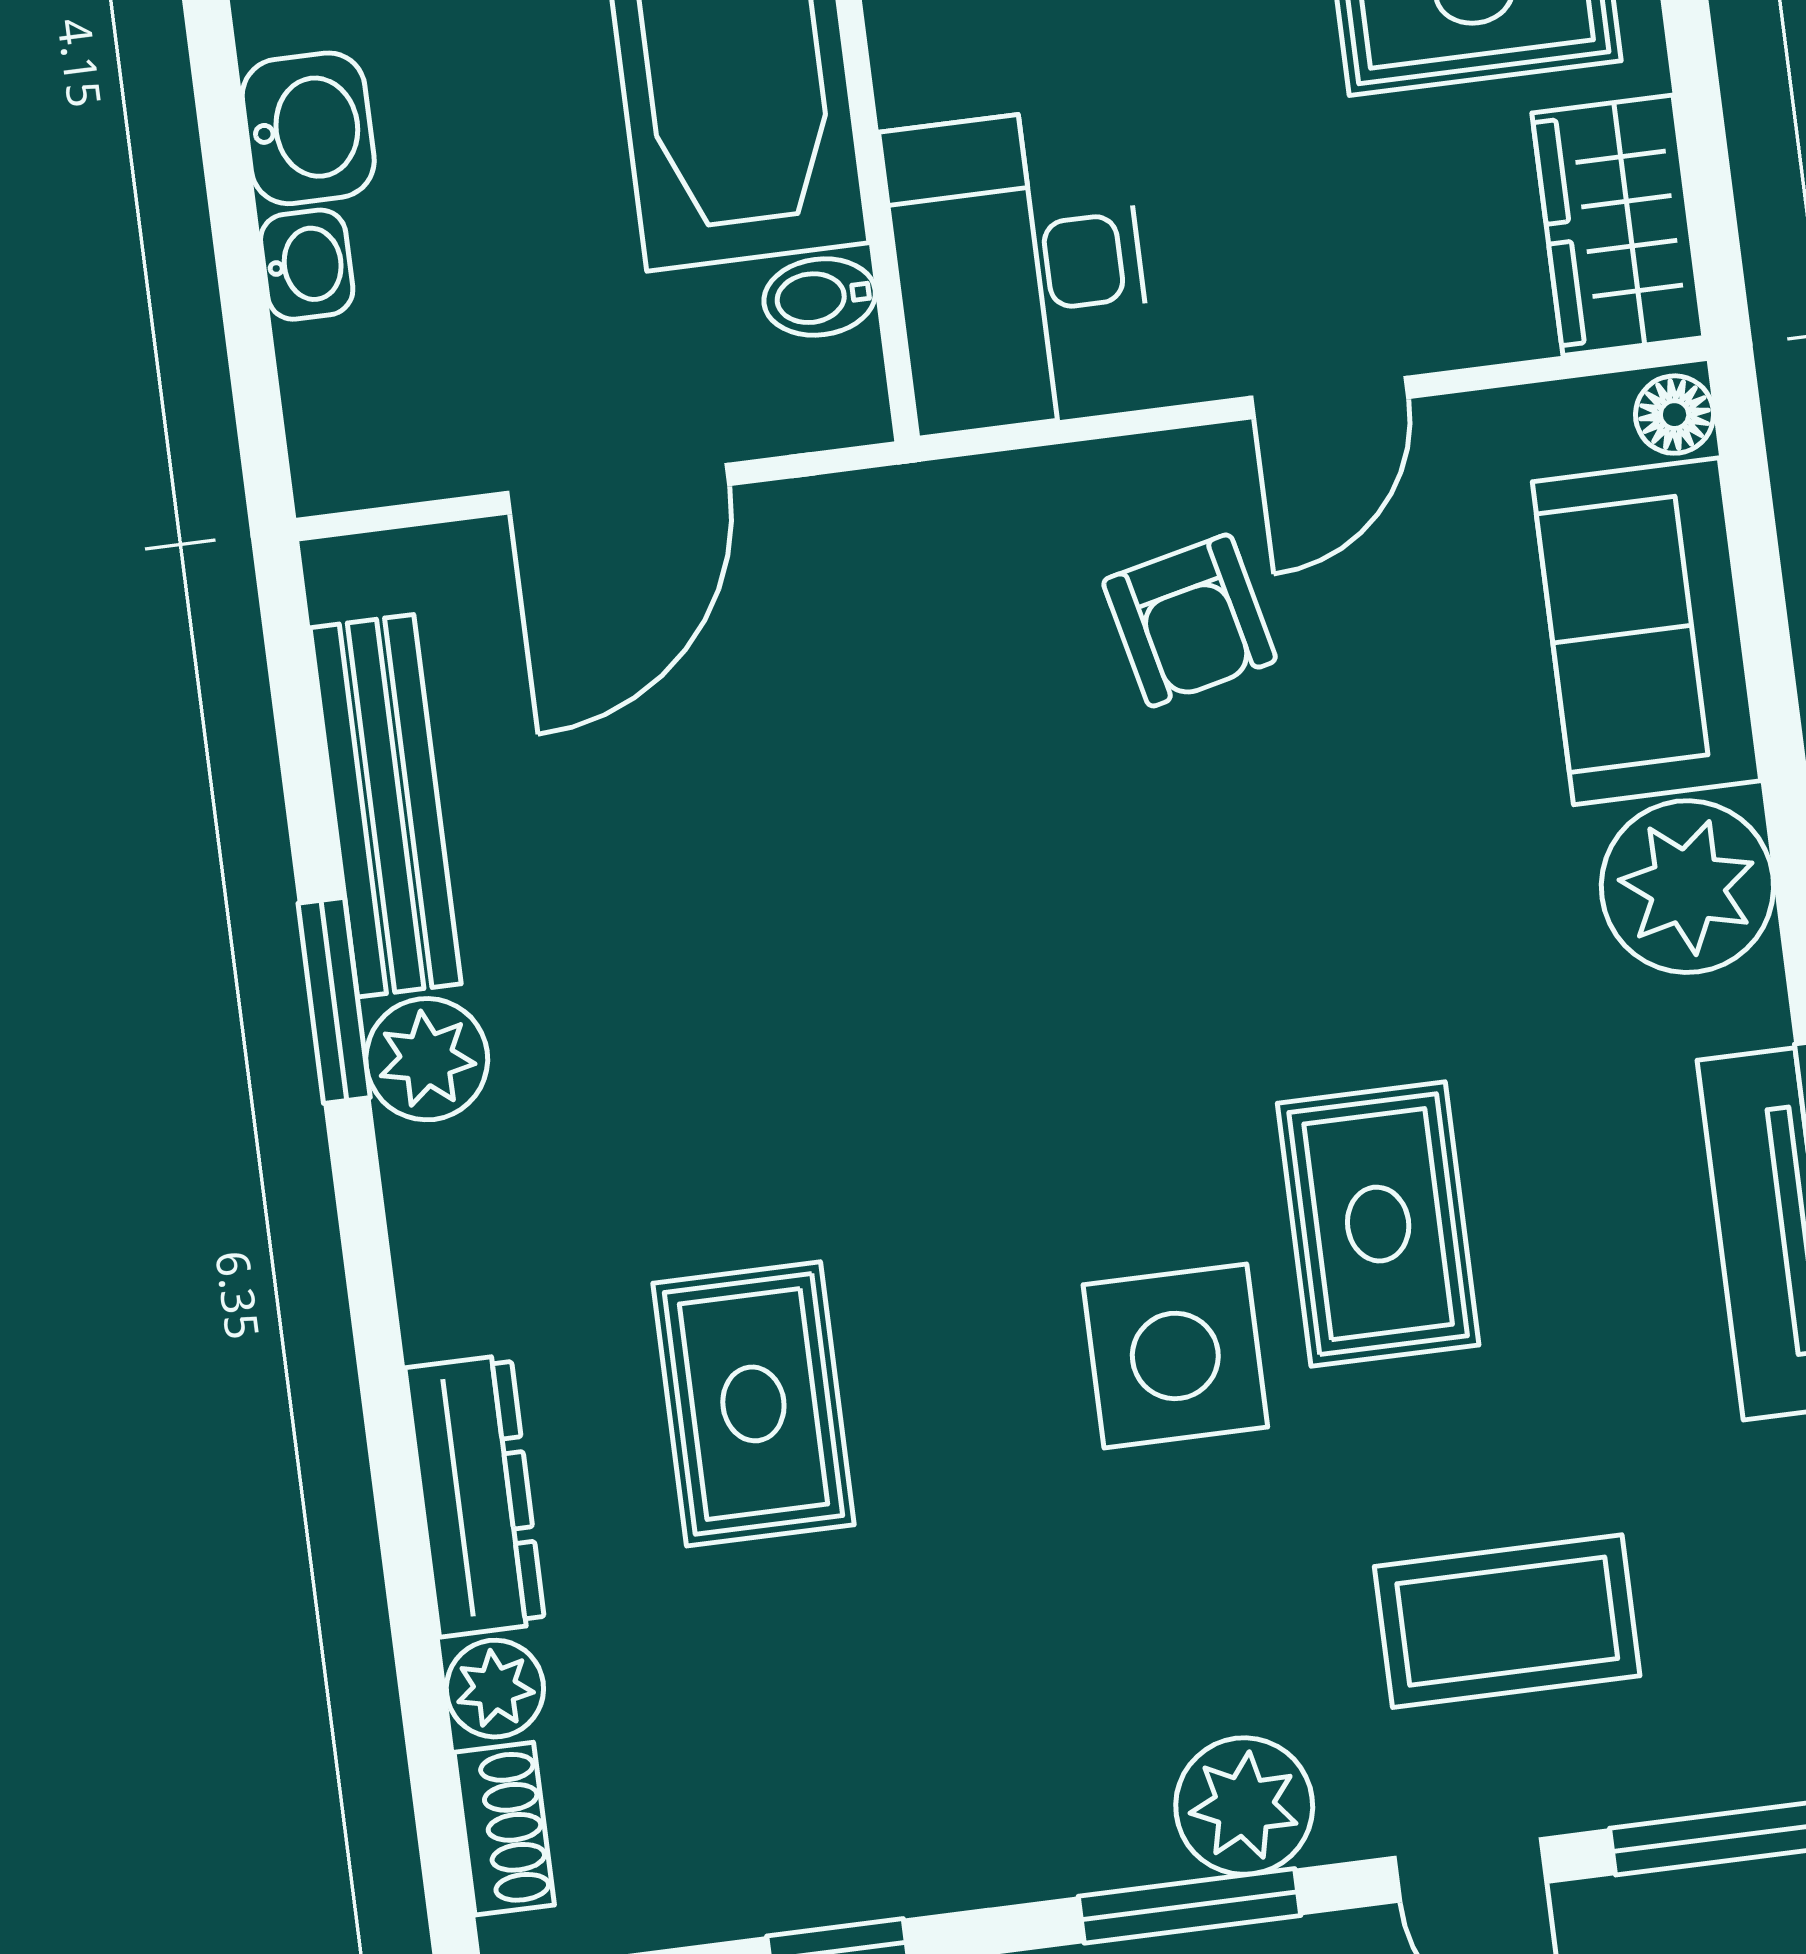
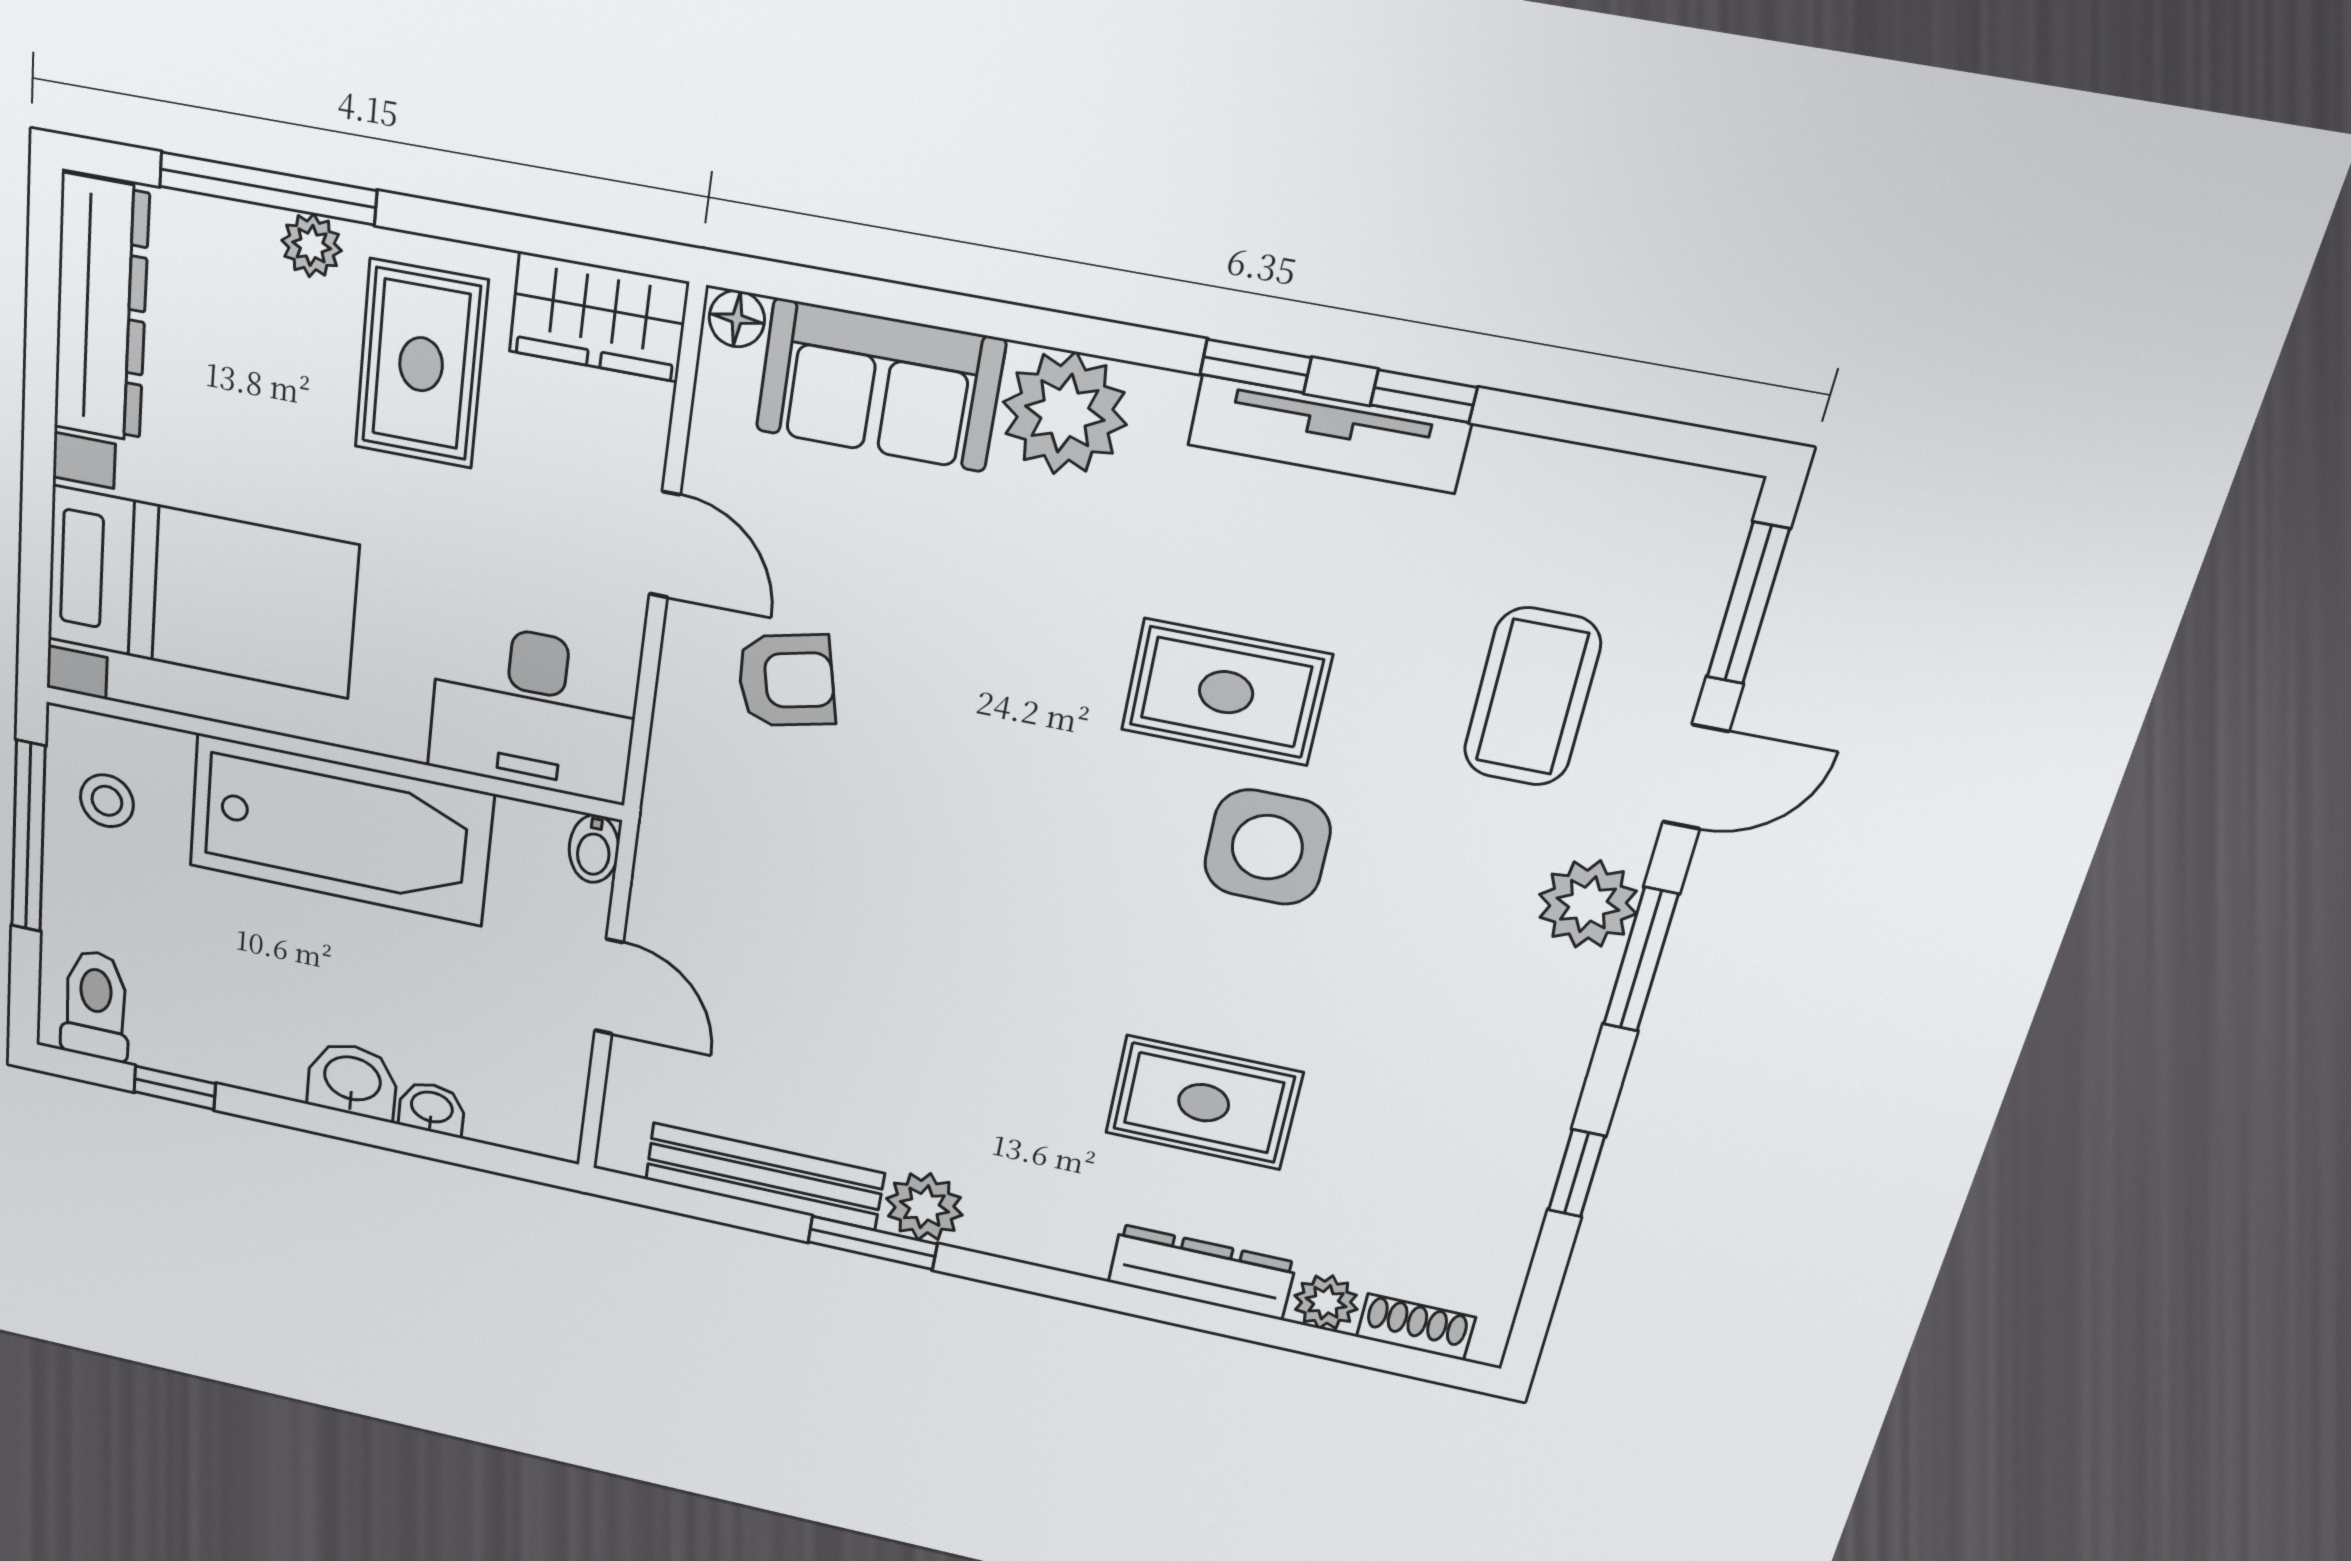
bidet: (820, 297) -> (594, 849), moved
door: (618, 489) -> (609, 987), width x0.73

